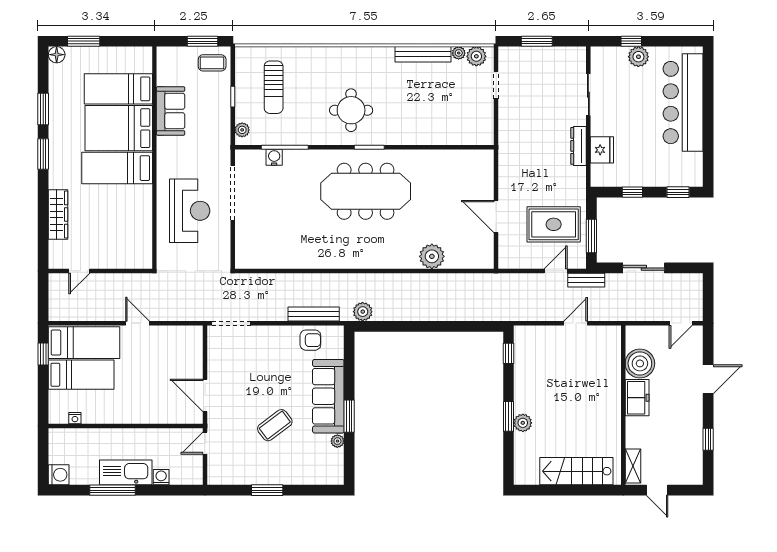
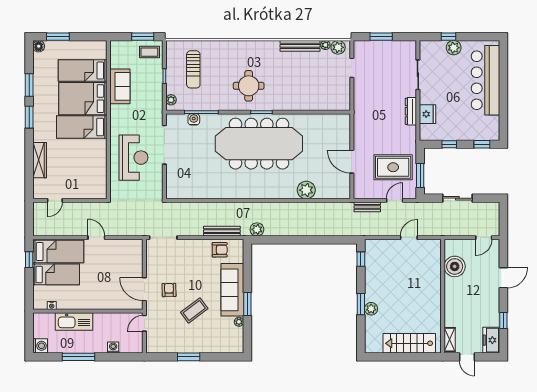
meeting table: (366, 191) -> (259, 144), width x1.36, depth x1.27
bench: (586, 280) -> (367, 207), moved
armchair: (239, 397) -> (169, 290), added
freezer: (637, 398) -> (491, 340), moved, turned 180
kitchen sink: (126, 472) -> (74, 321), moved, turned 180

